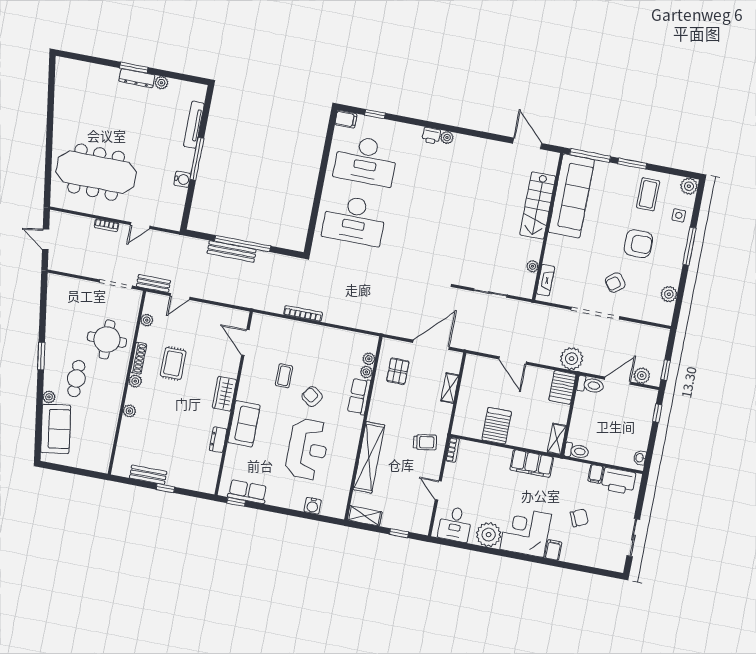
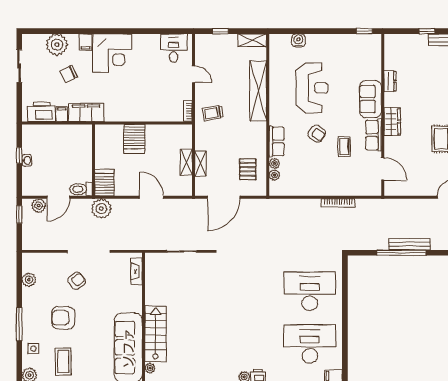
plant: (532, 266) -> (150, 368), moved
window: (657, 413) -> (19, 155), moved
server rack: (497, 426) -> (134, 139), moved
shelving: (557, 439) -> (186, 162), moved
reception desk: (307, 449) -> (312, 88), turned 180
toilet: (577, 451) -> (82, 131), removed
washbasin: (640, 458) -> (27, 160), moved
filing cabinet: (532, 463) -> (86, 113), moved
row of seats: (247, 492) -> (374, 135), moved, turned 90
plant: (489, 535) -> (57, 45), moved

